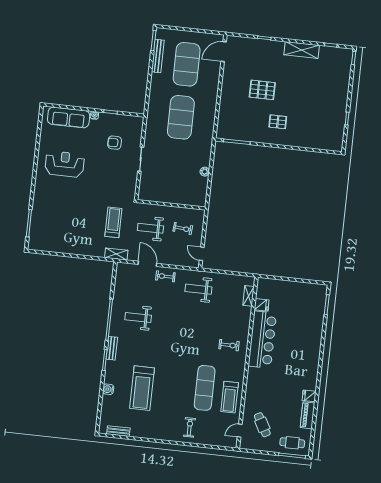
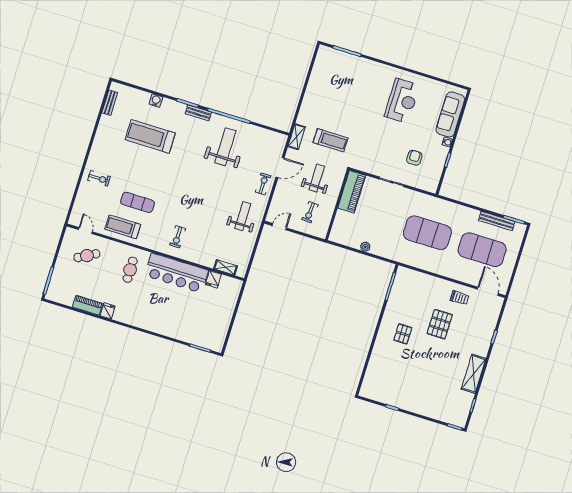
trolley: (235, 76) -> (460, 298), added
piano: (157, 194) -> (352, 192), added
weight bench: (138, 317) -> (225, 147), width x1.36, depth x1.33
exercise mat: (205, 388) -> (138, 202), width x0.73, depth x0.69
cafe table: (292, 443) -> (130, 270), moved

